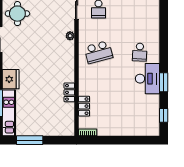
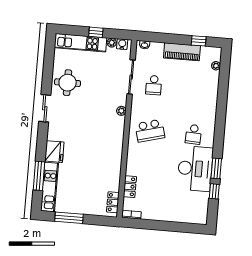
desk: (147, 79) -> (195, 169), width x1.36, depth x1.30
locker: (69, 92) -> (113, 202), moved
window: (164, 115) -> (214, 191), moved

